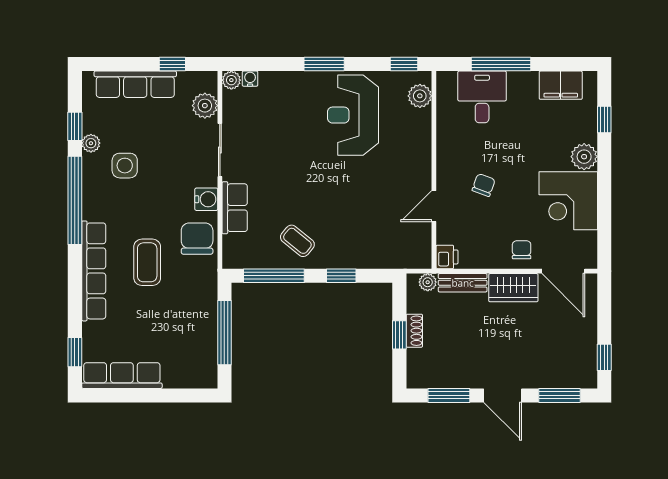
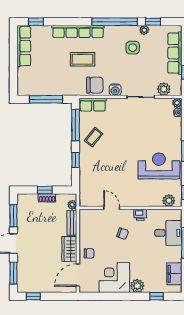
row of seats: (235, 208) -> (93, 105), moved
printer: (447, 257) -> (140, 215), moved

